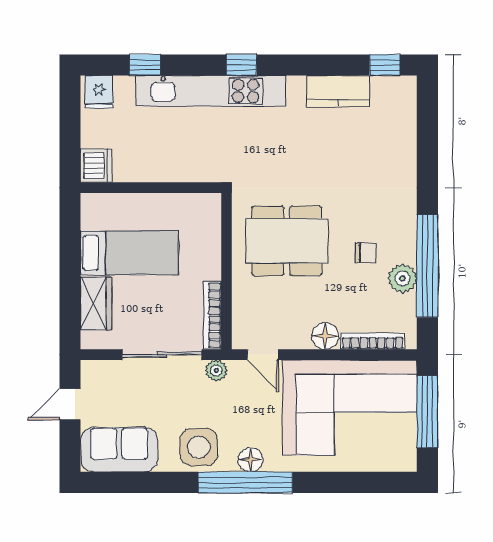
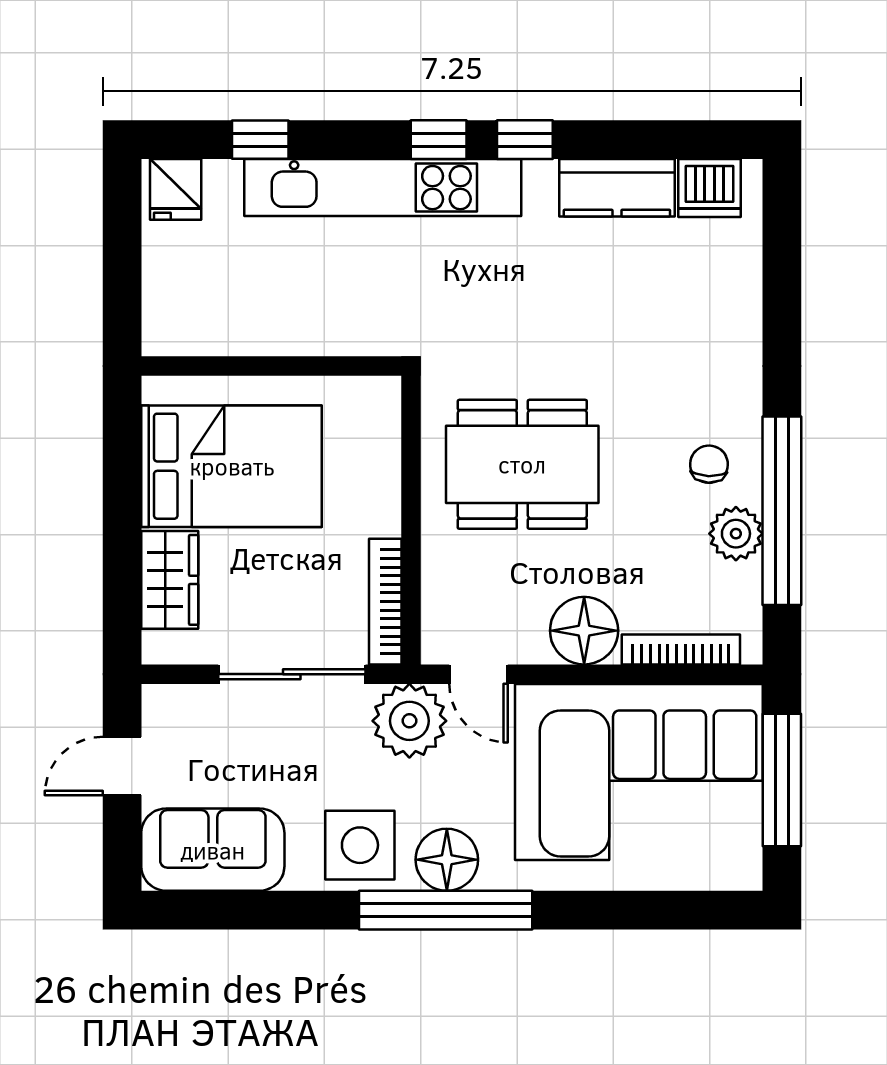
window: (385, 65) -> (525, 140), moved
dishwasher: (96, 166) -> (709, 188), moved, turned 90
bed: (129, 253) -> (232, 466), width x1.50
chair: (366, 253) -> (709, 464), moved, turned -88
floor lamp: (325, 336) -> (584, 631), width x1.38, depth x1.38
plant: (216, 370) -> (409, 721), width x1.87, depth x1.87
floor lamp: (250, 460) -> (447, 860), width x1.38, depth x1.38

